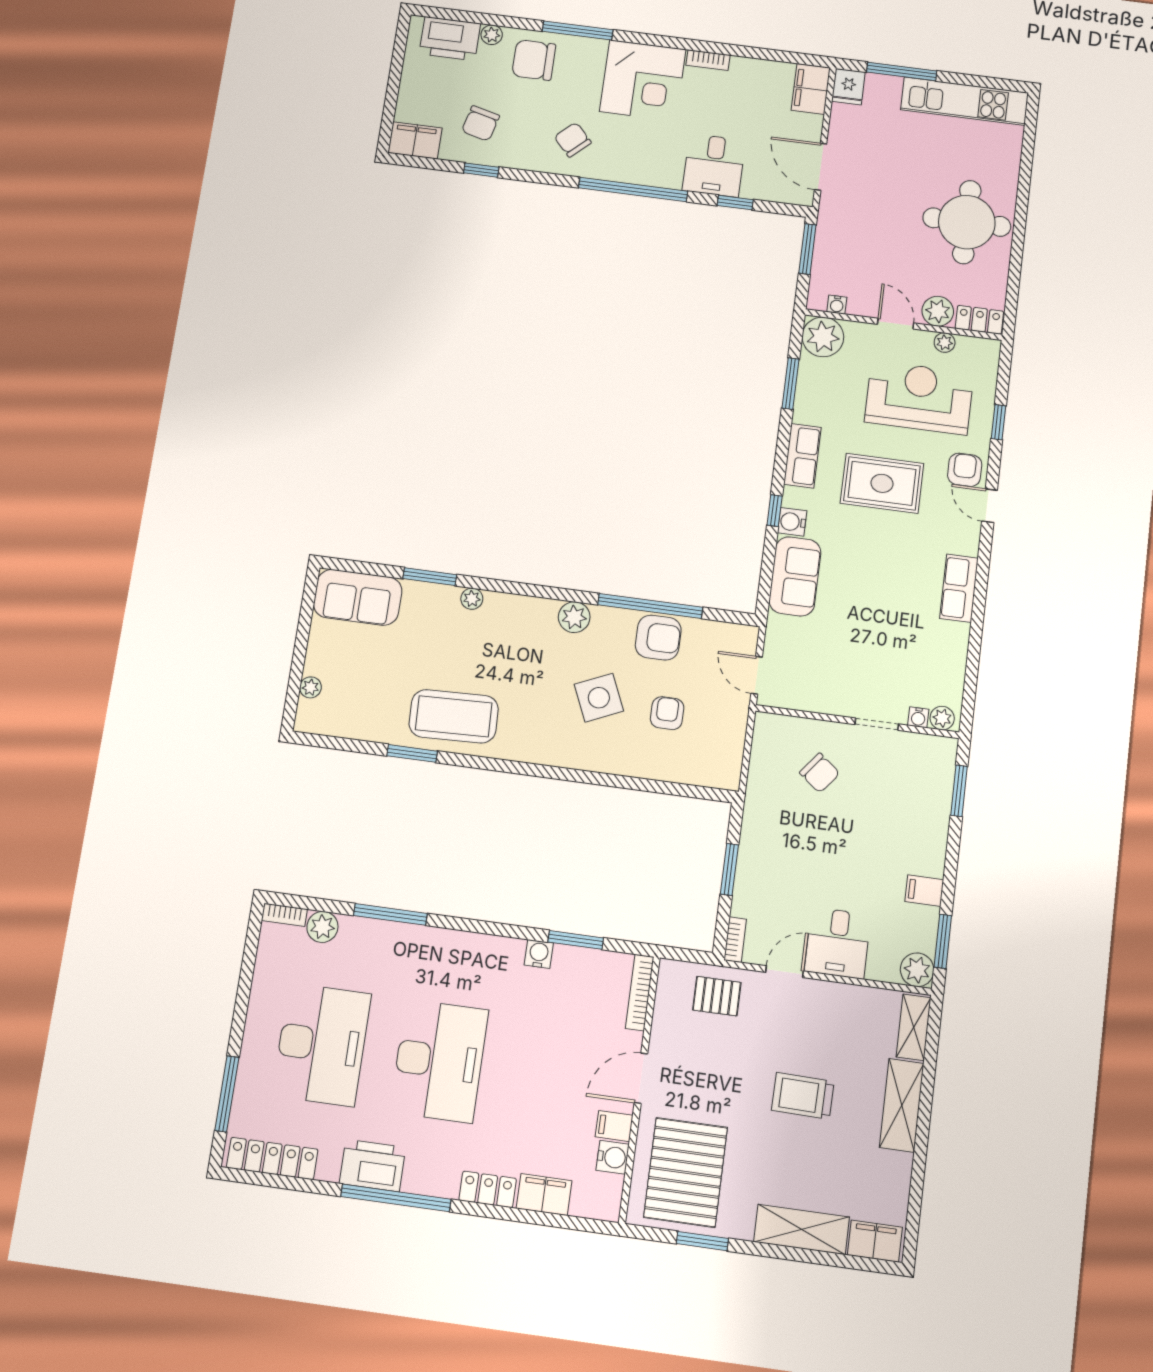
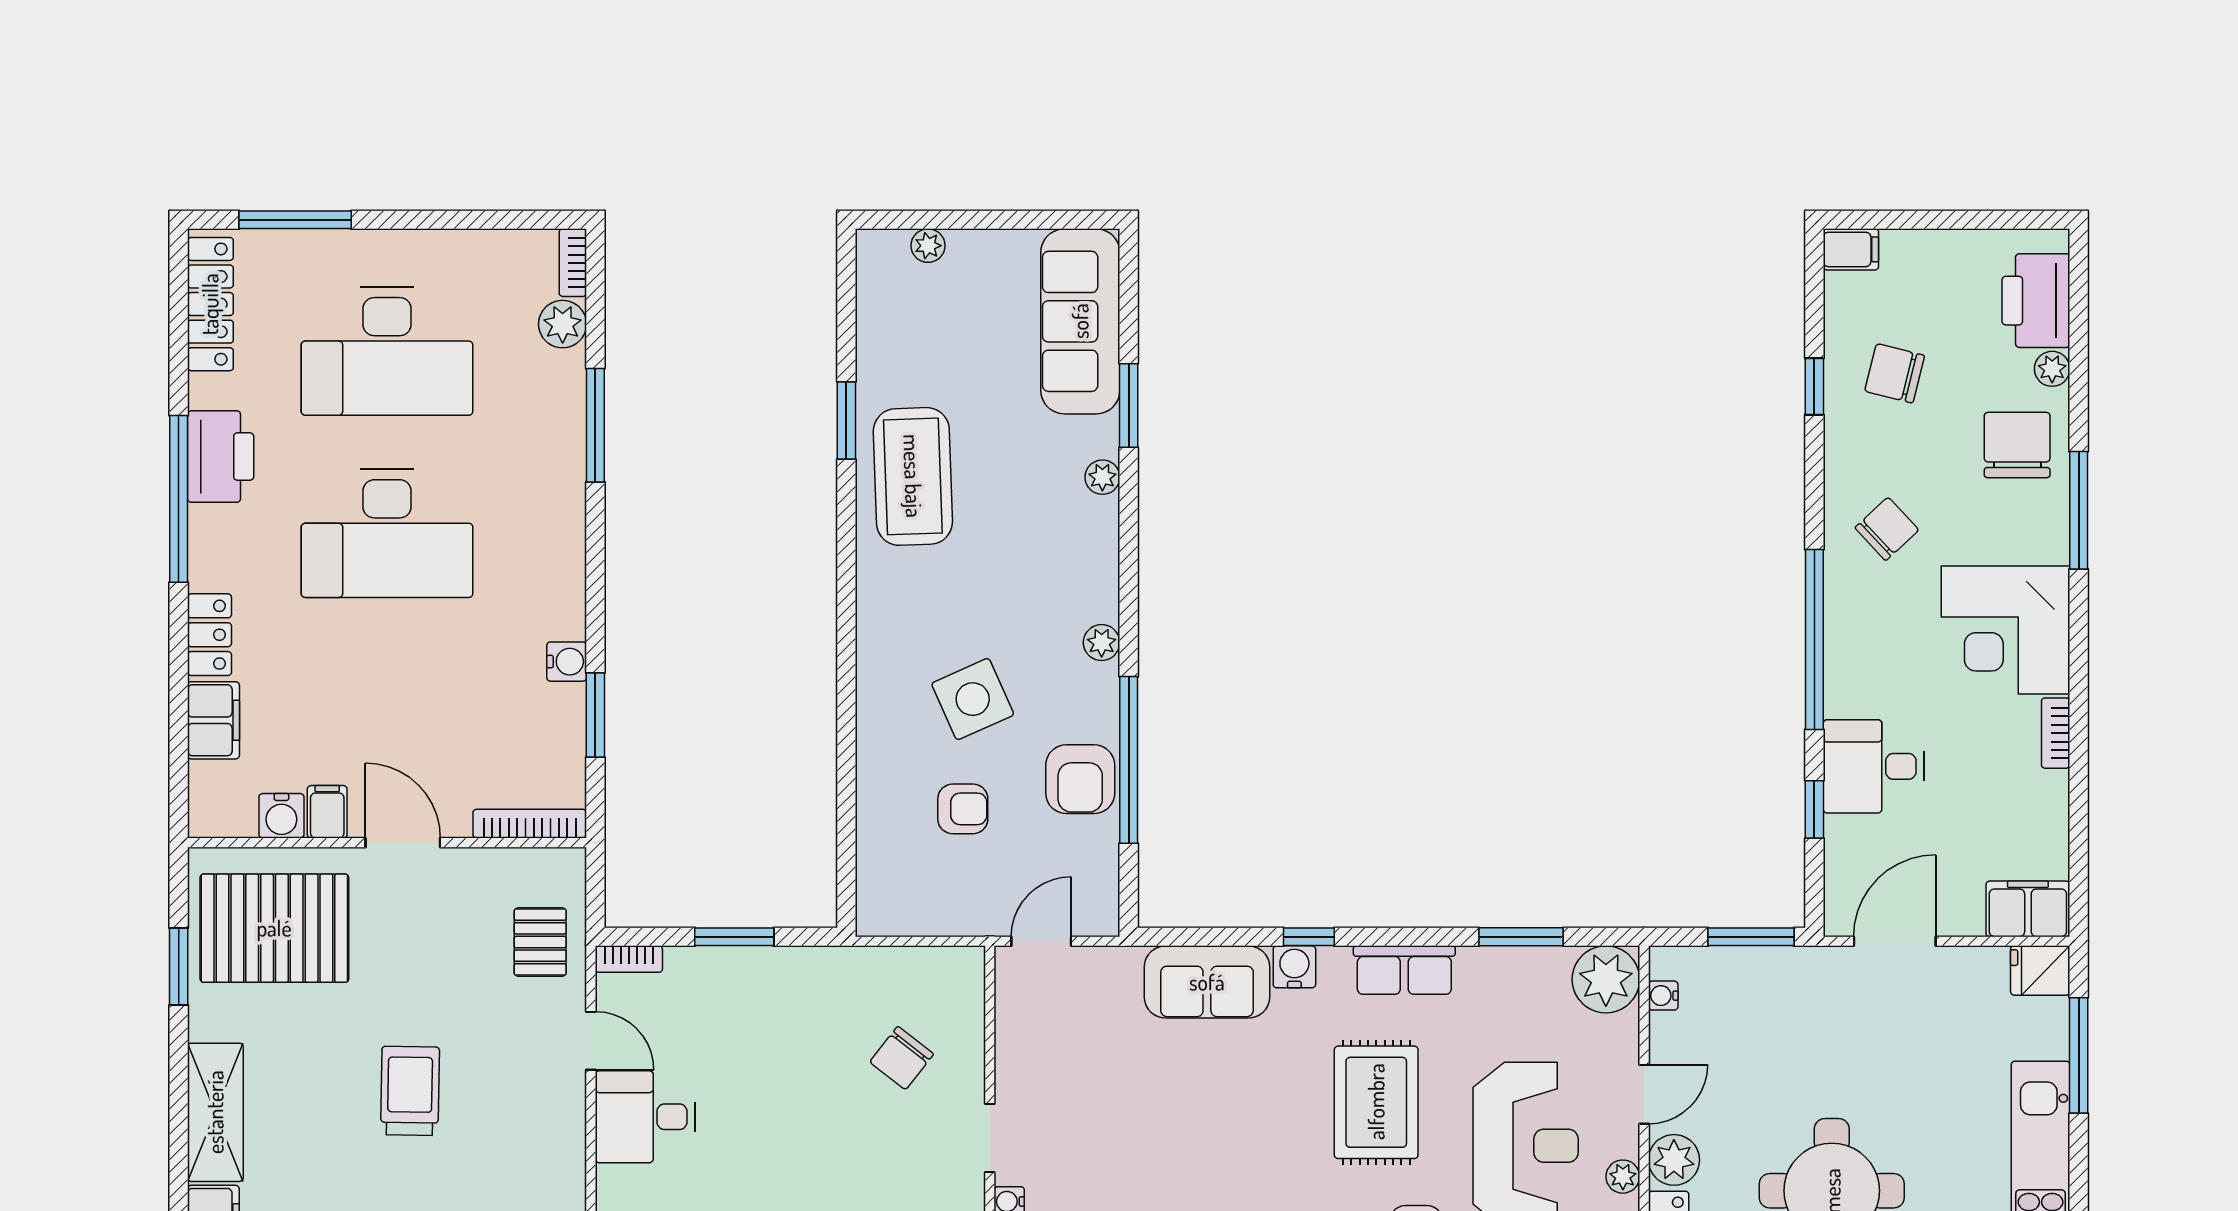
filing cabinet: (415, 140) -> (1851, 249), width x0.50
sofa: (358, 597) -> (1080, 321), width x1.36
plant: (574, 617) -> (1102, 643), width x0.73, depth x0.73

